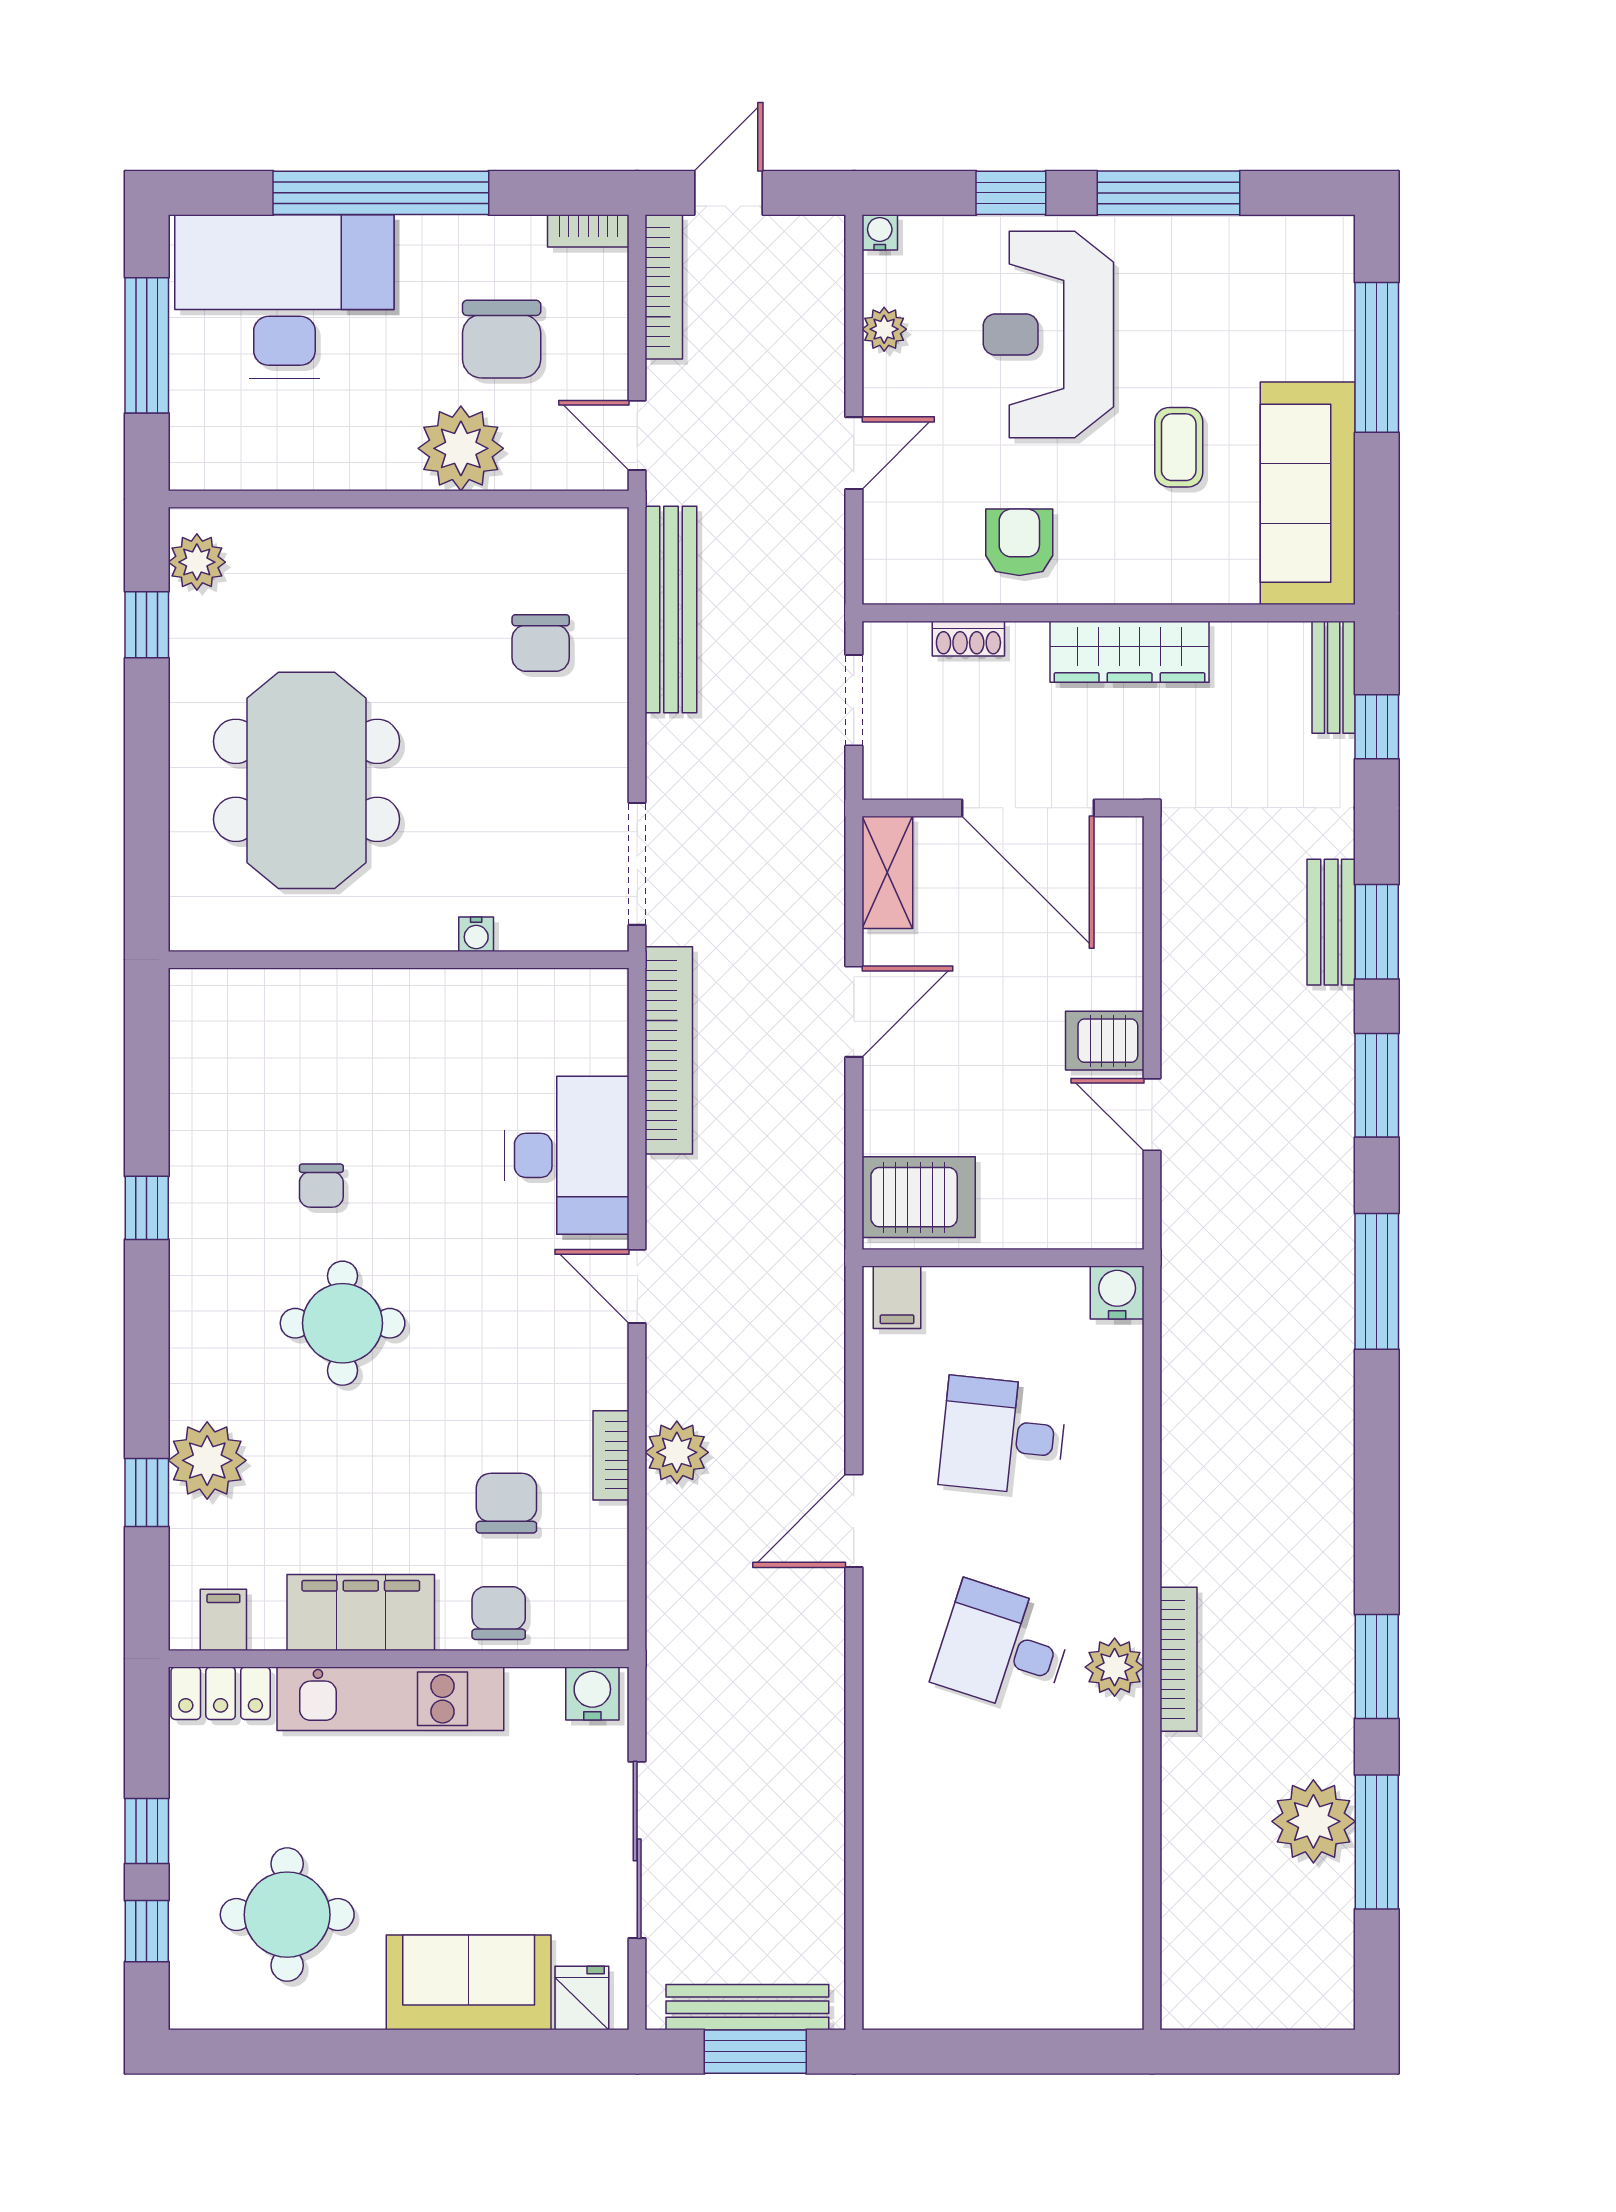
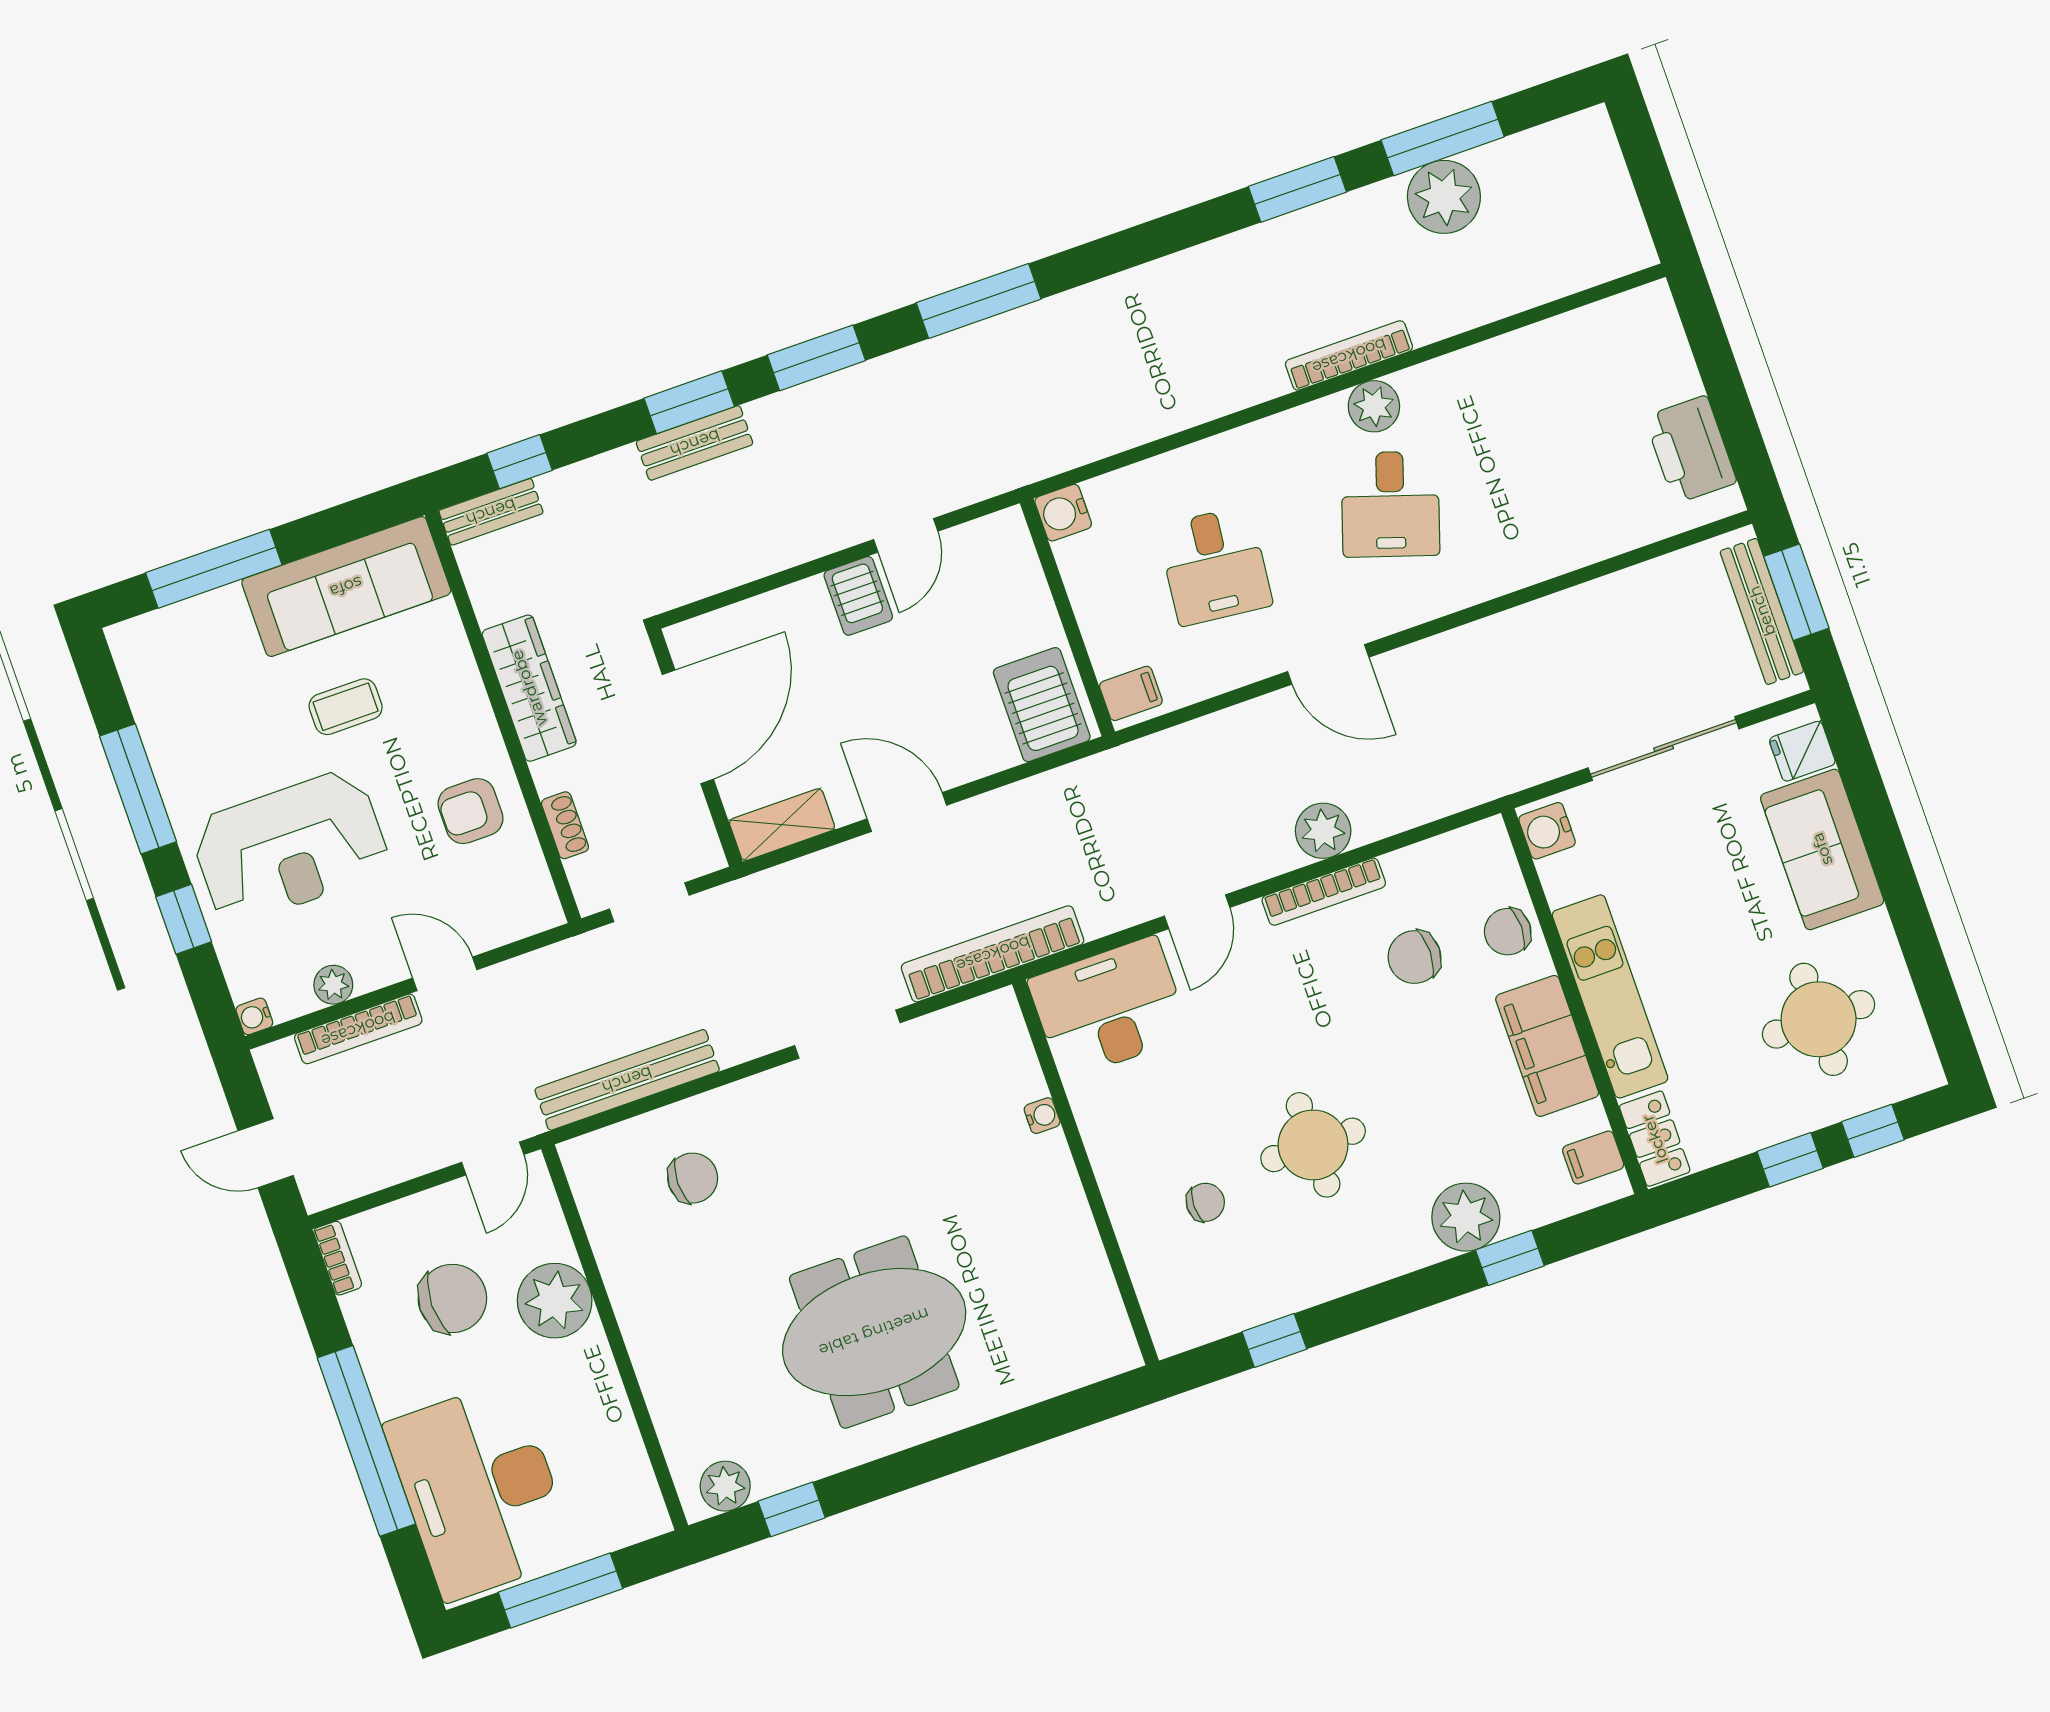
bookcase: (664, 287) -> (358, 1029), moved, turned 180
water cooler: (476, 934) -> (1042, 1116), moved
wall: (399, 960) -> (1086, 1172), moved
bookcase: (611, 1455) -> (1324, 892), width x1.56
printer: (949, 1992) -> (1691, 450), added

